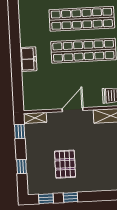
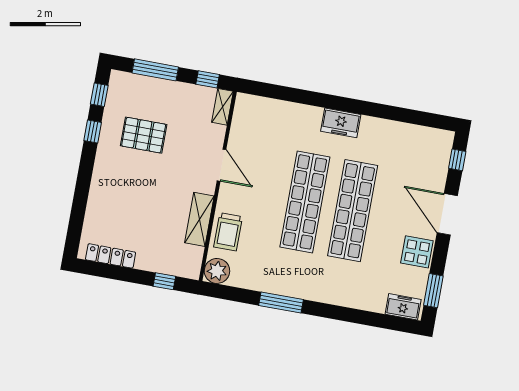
freezer: (28, 59) -> (341, 123), moved
window: (22, 167) -> (155, 70), width x2.17

